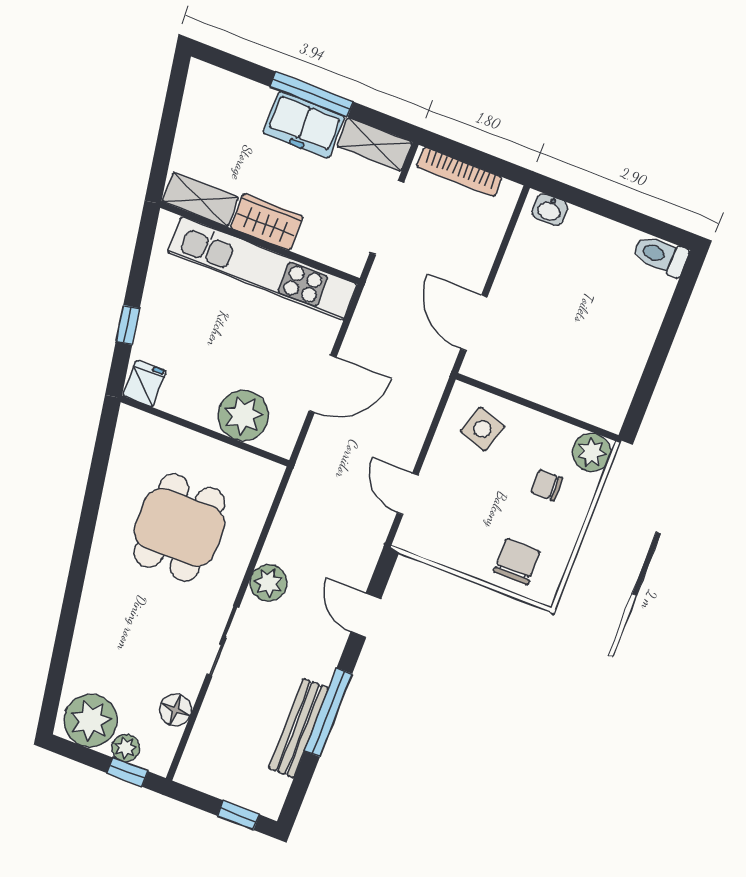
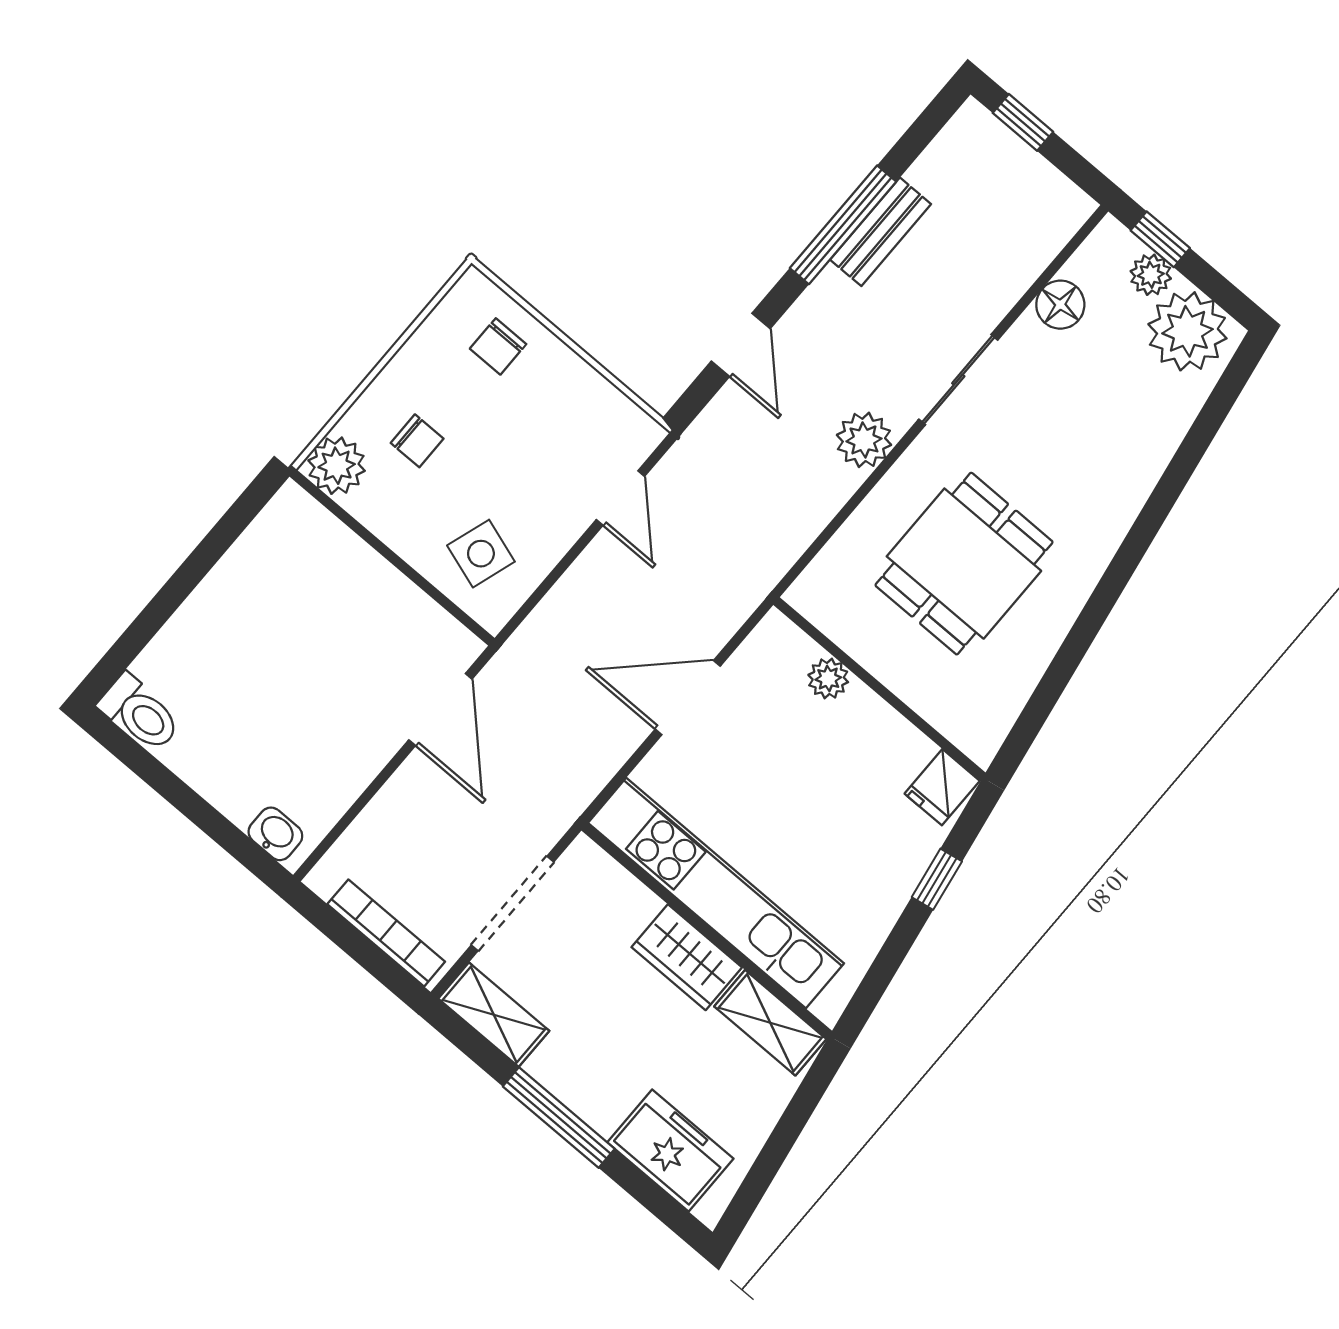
freezer: (304, 125) -> (670, 1150), moved
plant: (243, 415) -> (828, 678), width x0.53, depth x0.53
chair: (517, 562) -> (498, 346), width x0.73, depth x0.73
bench: (299, 728) -> (881, 232), width x0.73

